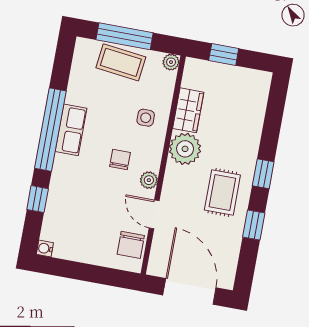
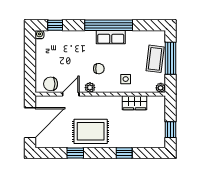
window: (224, 54) -> (171, 130), moved
plant: (185, 149) -> (112, 105), removed
window: (263, 174) -> (124, 153), moved
rug: (222, 192) -> (91, 131), width x1.36, depth x1.43
window: (38, 199) -> (55, 25), moved

